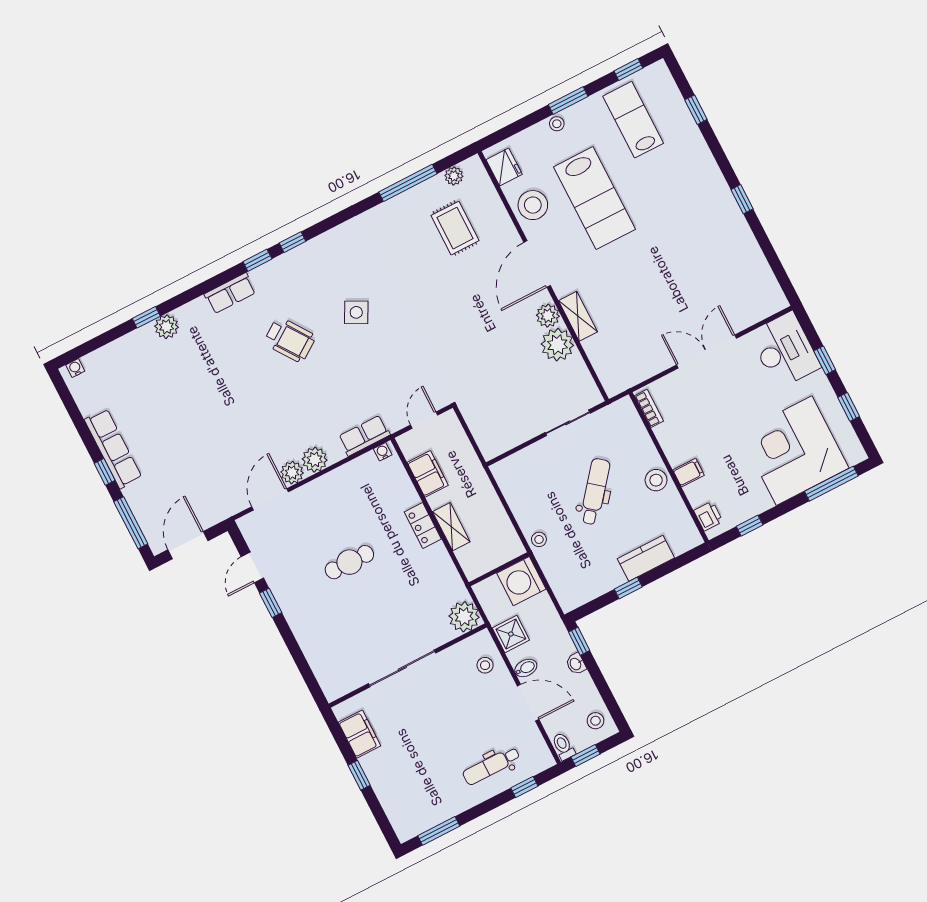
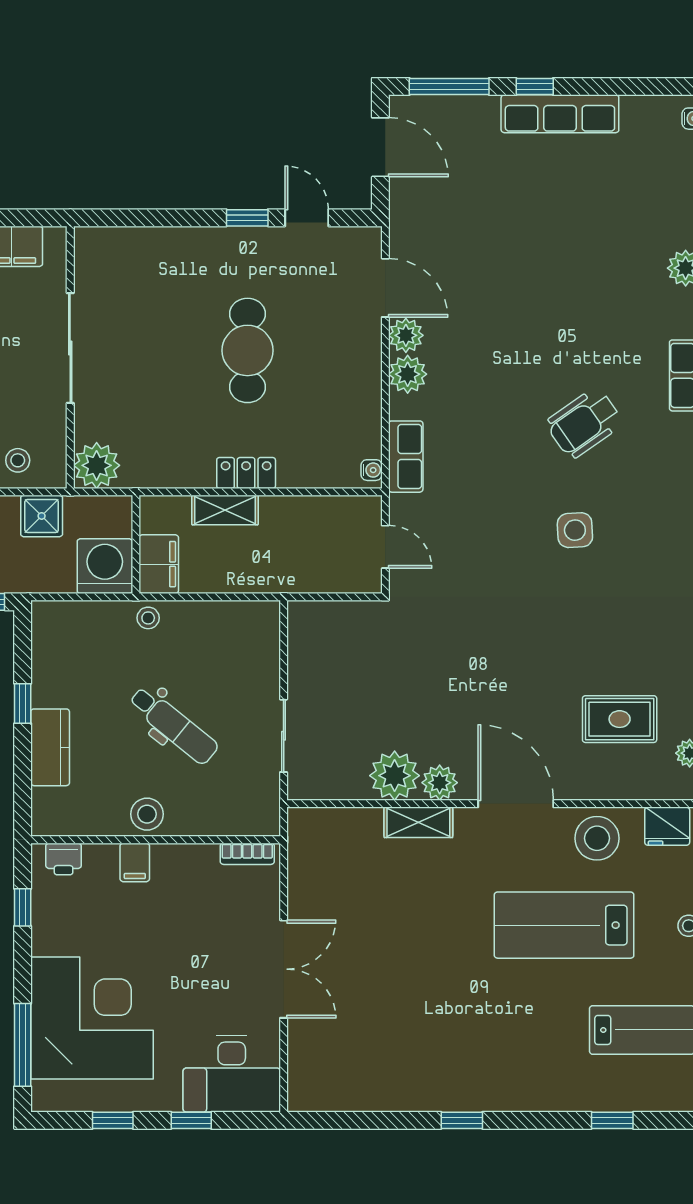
side table: (356, 312) -> (575, 530), turned -31
filing cabinet: (428, 474) -> (159, 564), moved, turned -90
cafe table: (349, 562) -> (247, 350), width x1.37, depth x1.35

